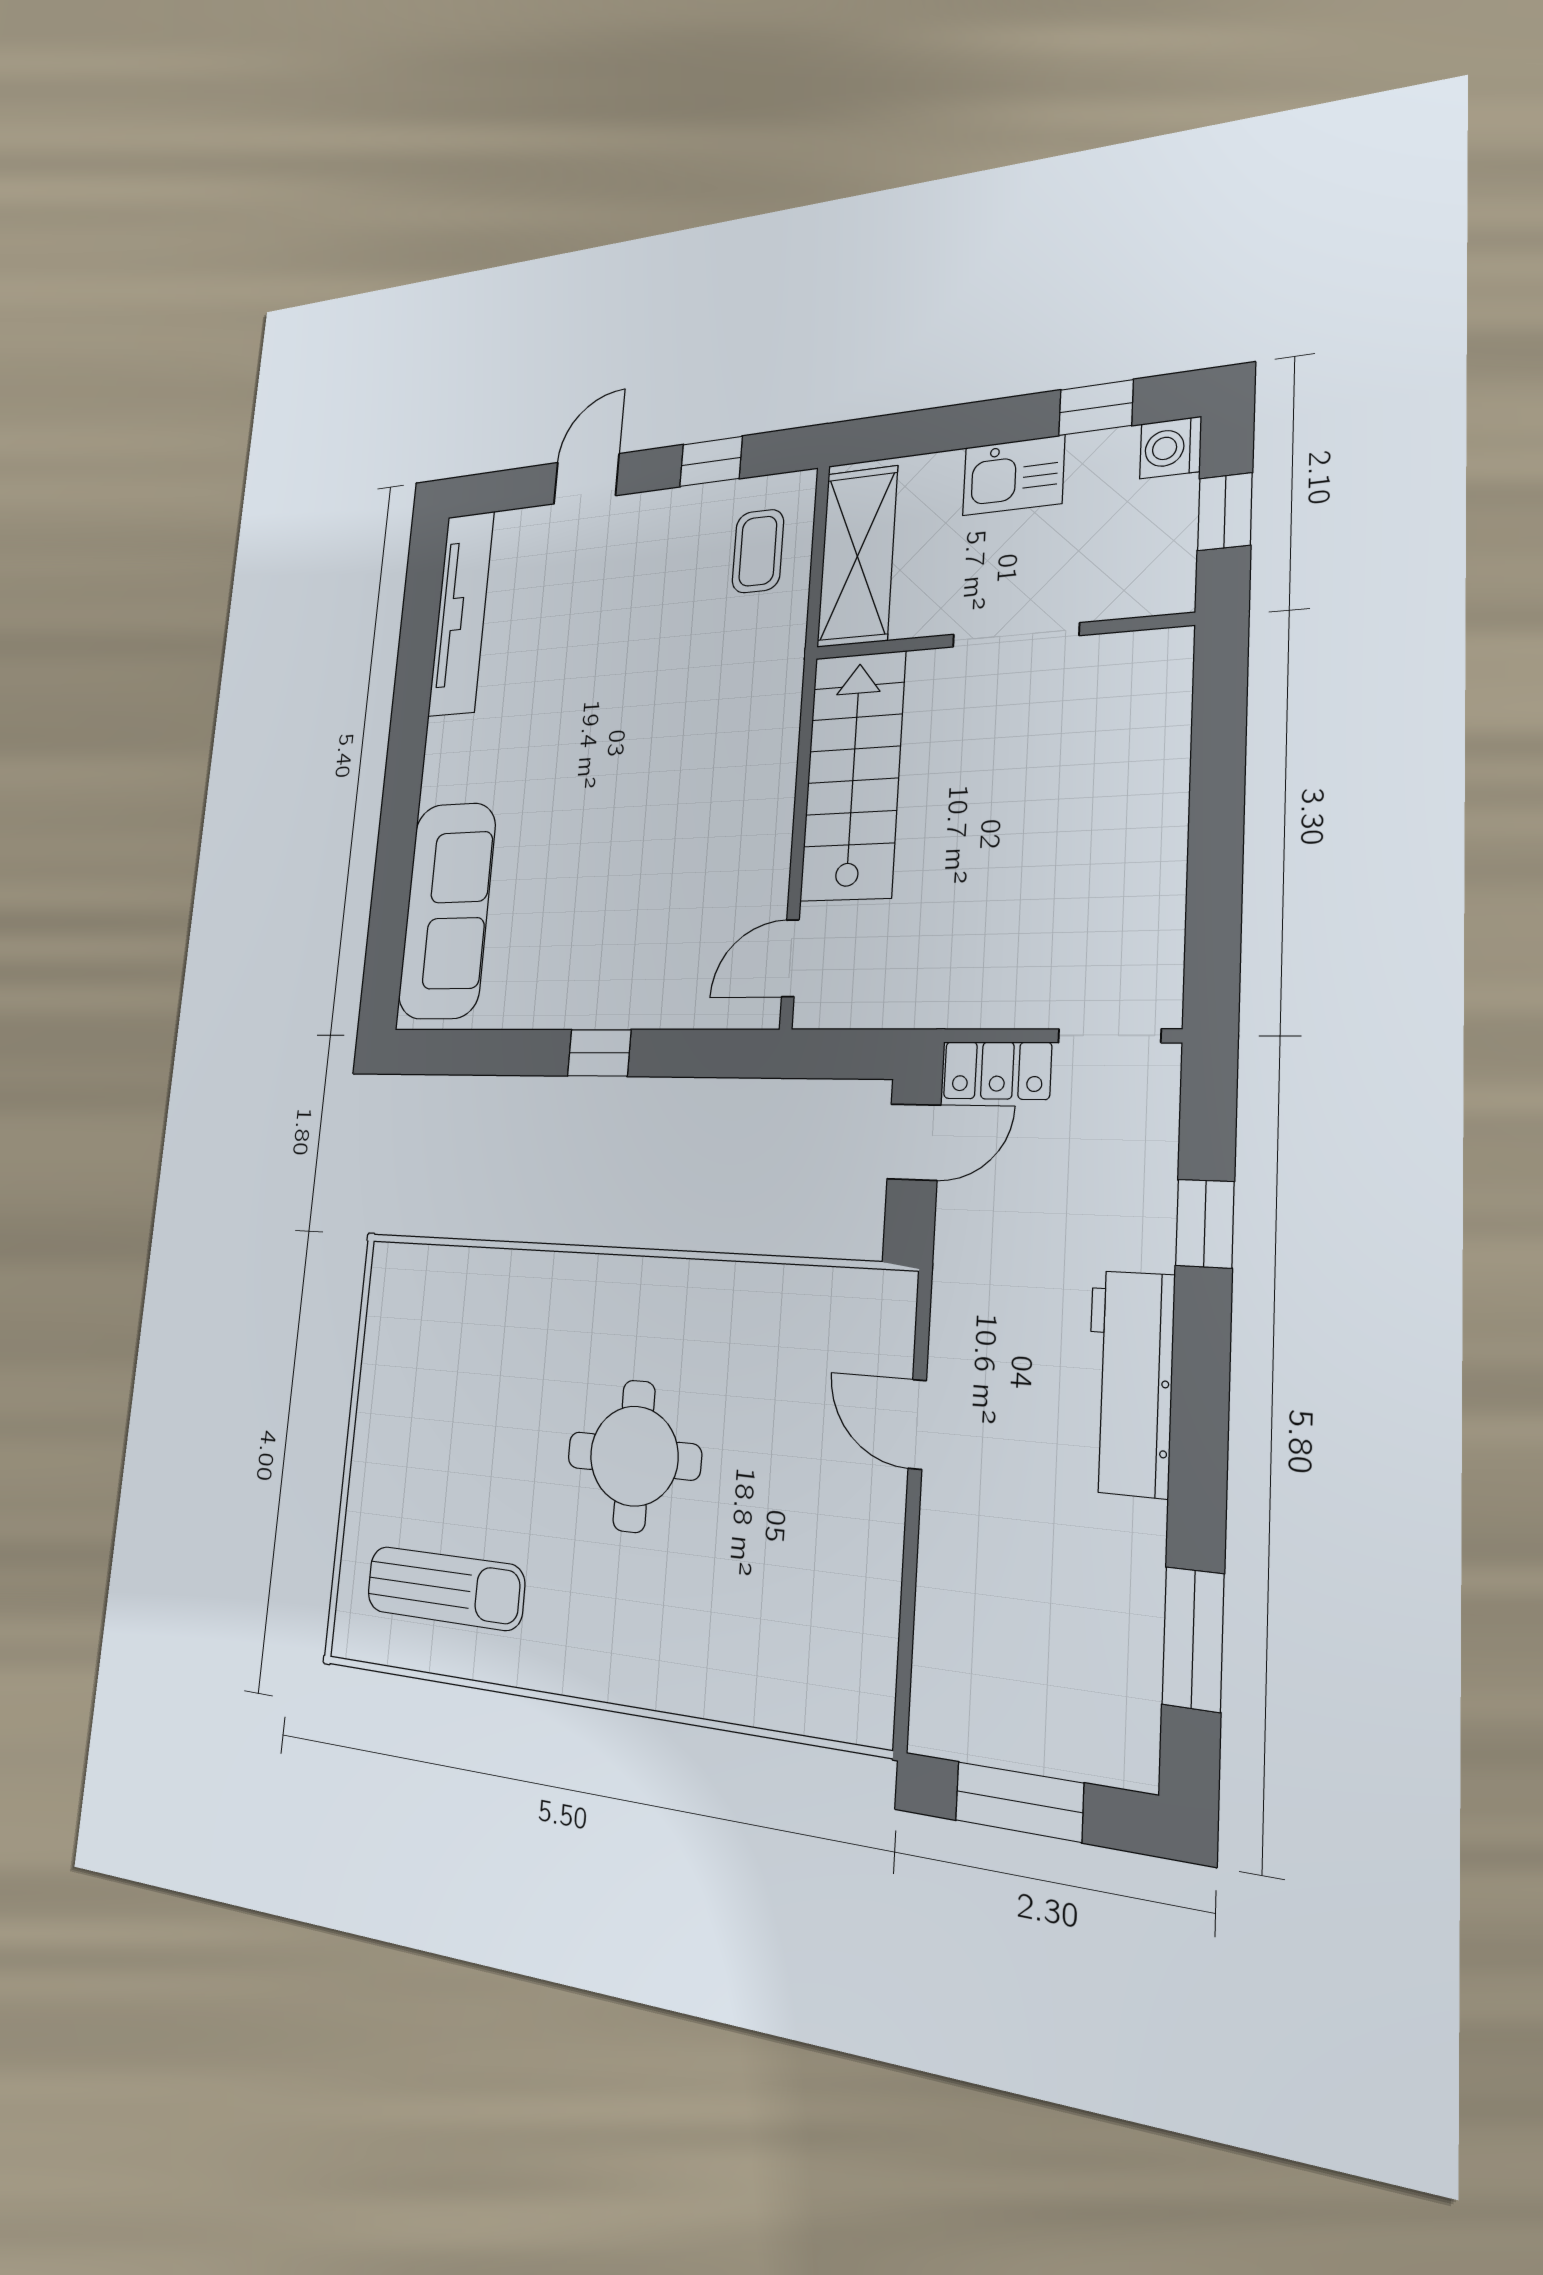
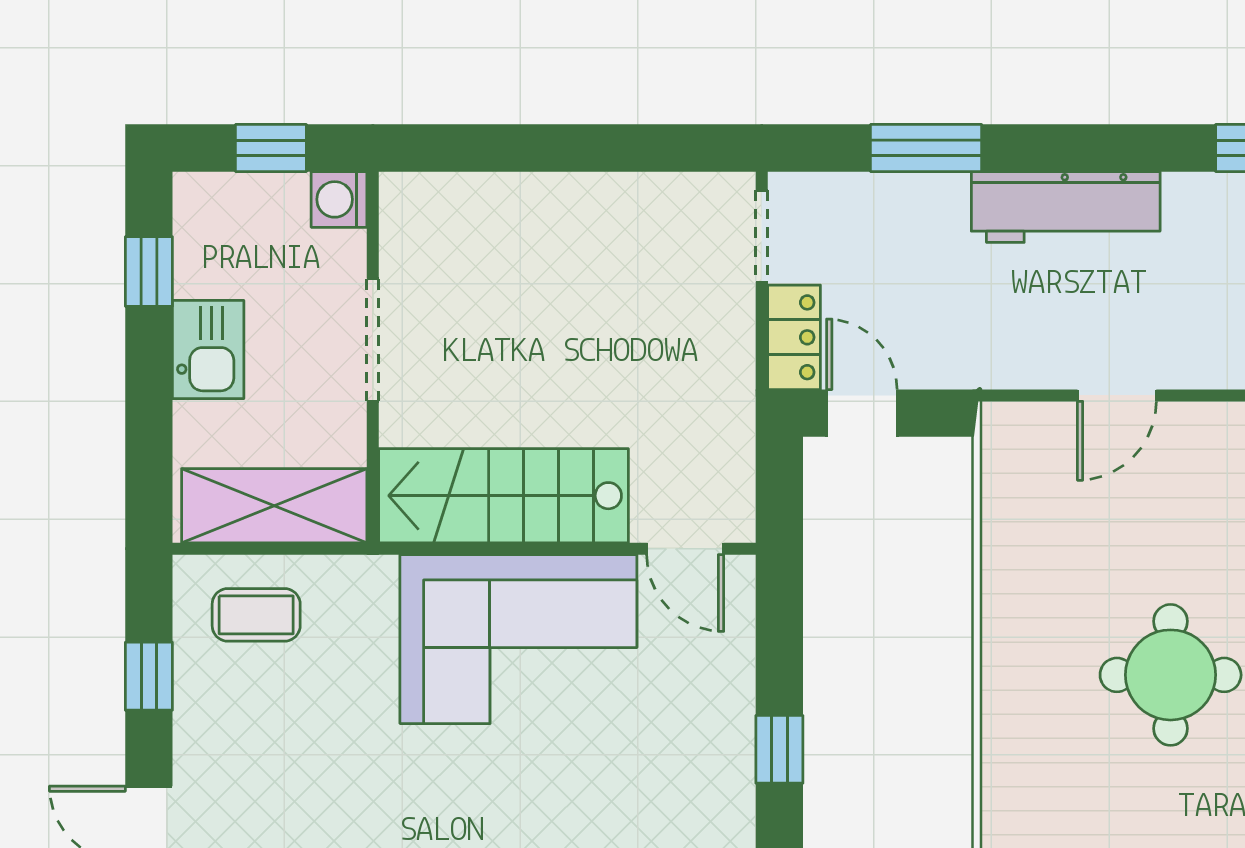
washing machine: (1171, 448) -> (339, 199), moved, turned 90
corner sofa: (718, 798) -> (518, 639), added
window: (1205, 1224) -> (926, 148), width x1.50

